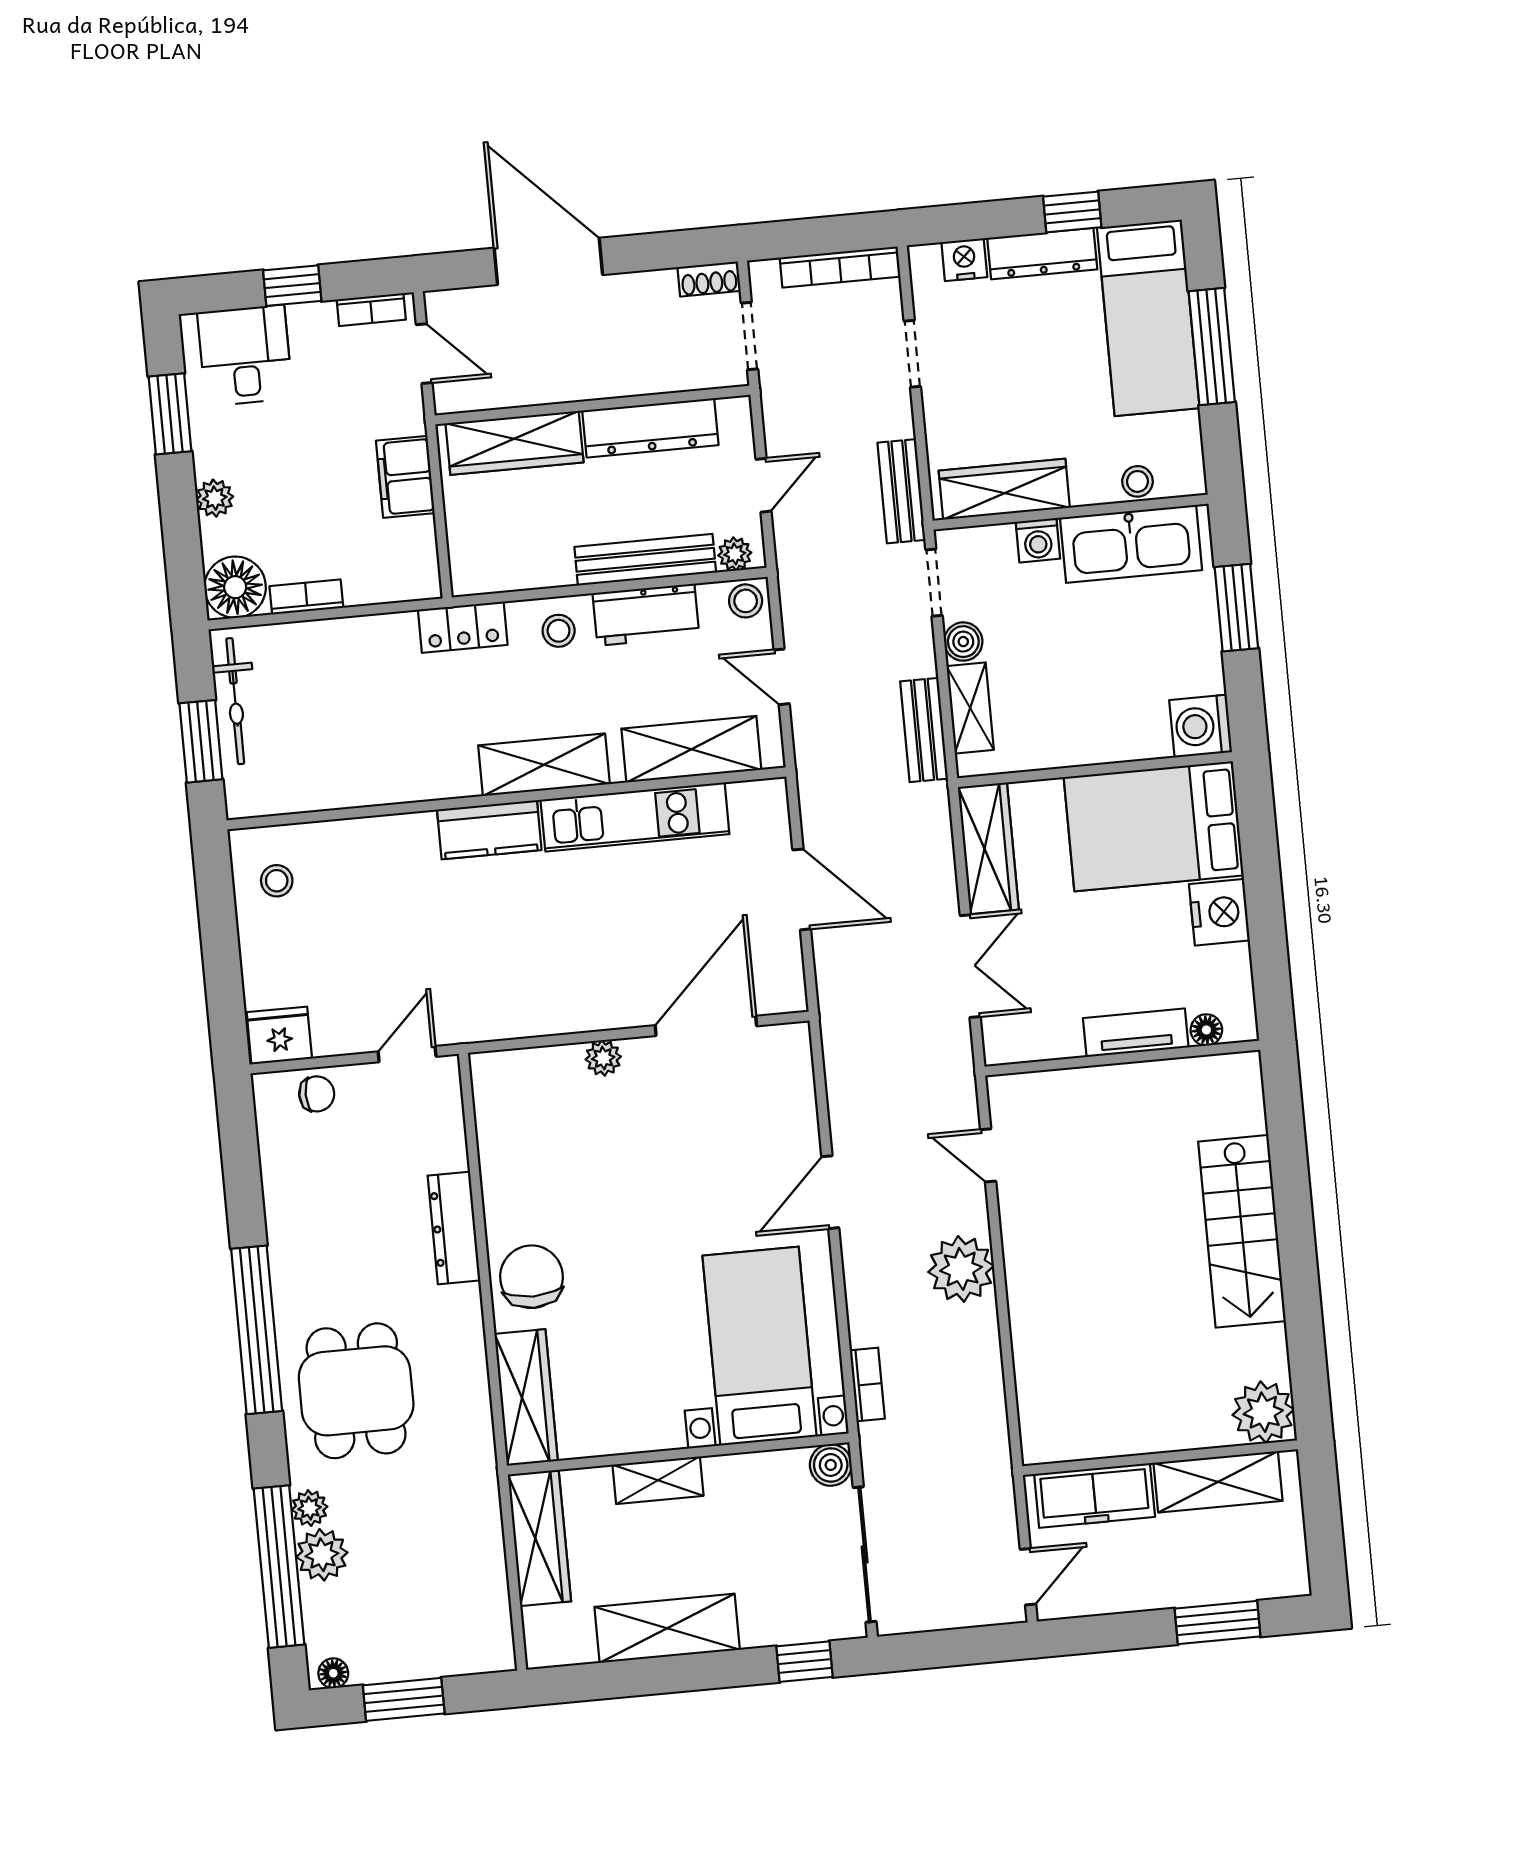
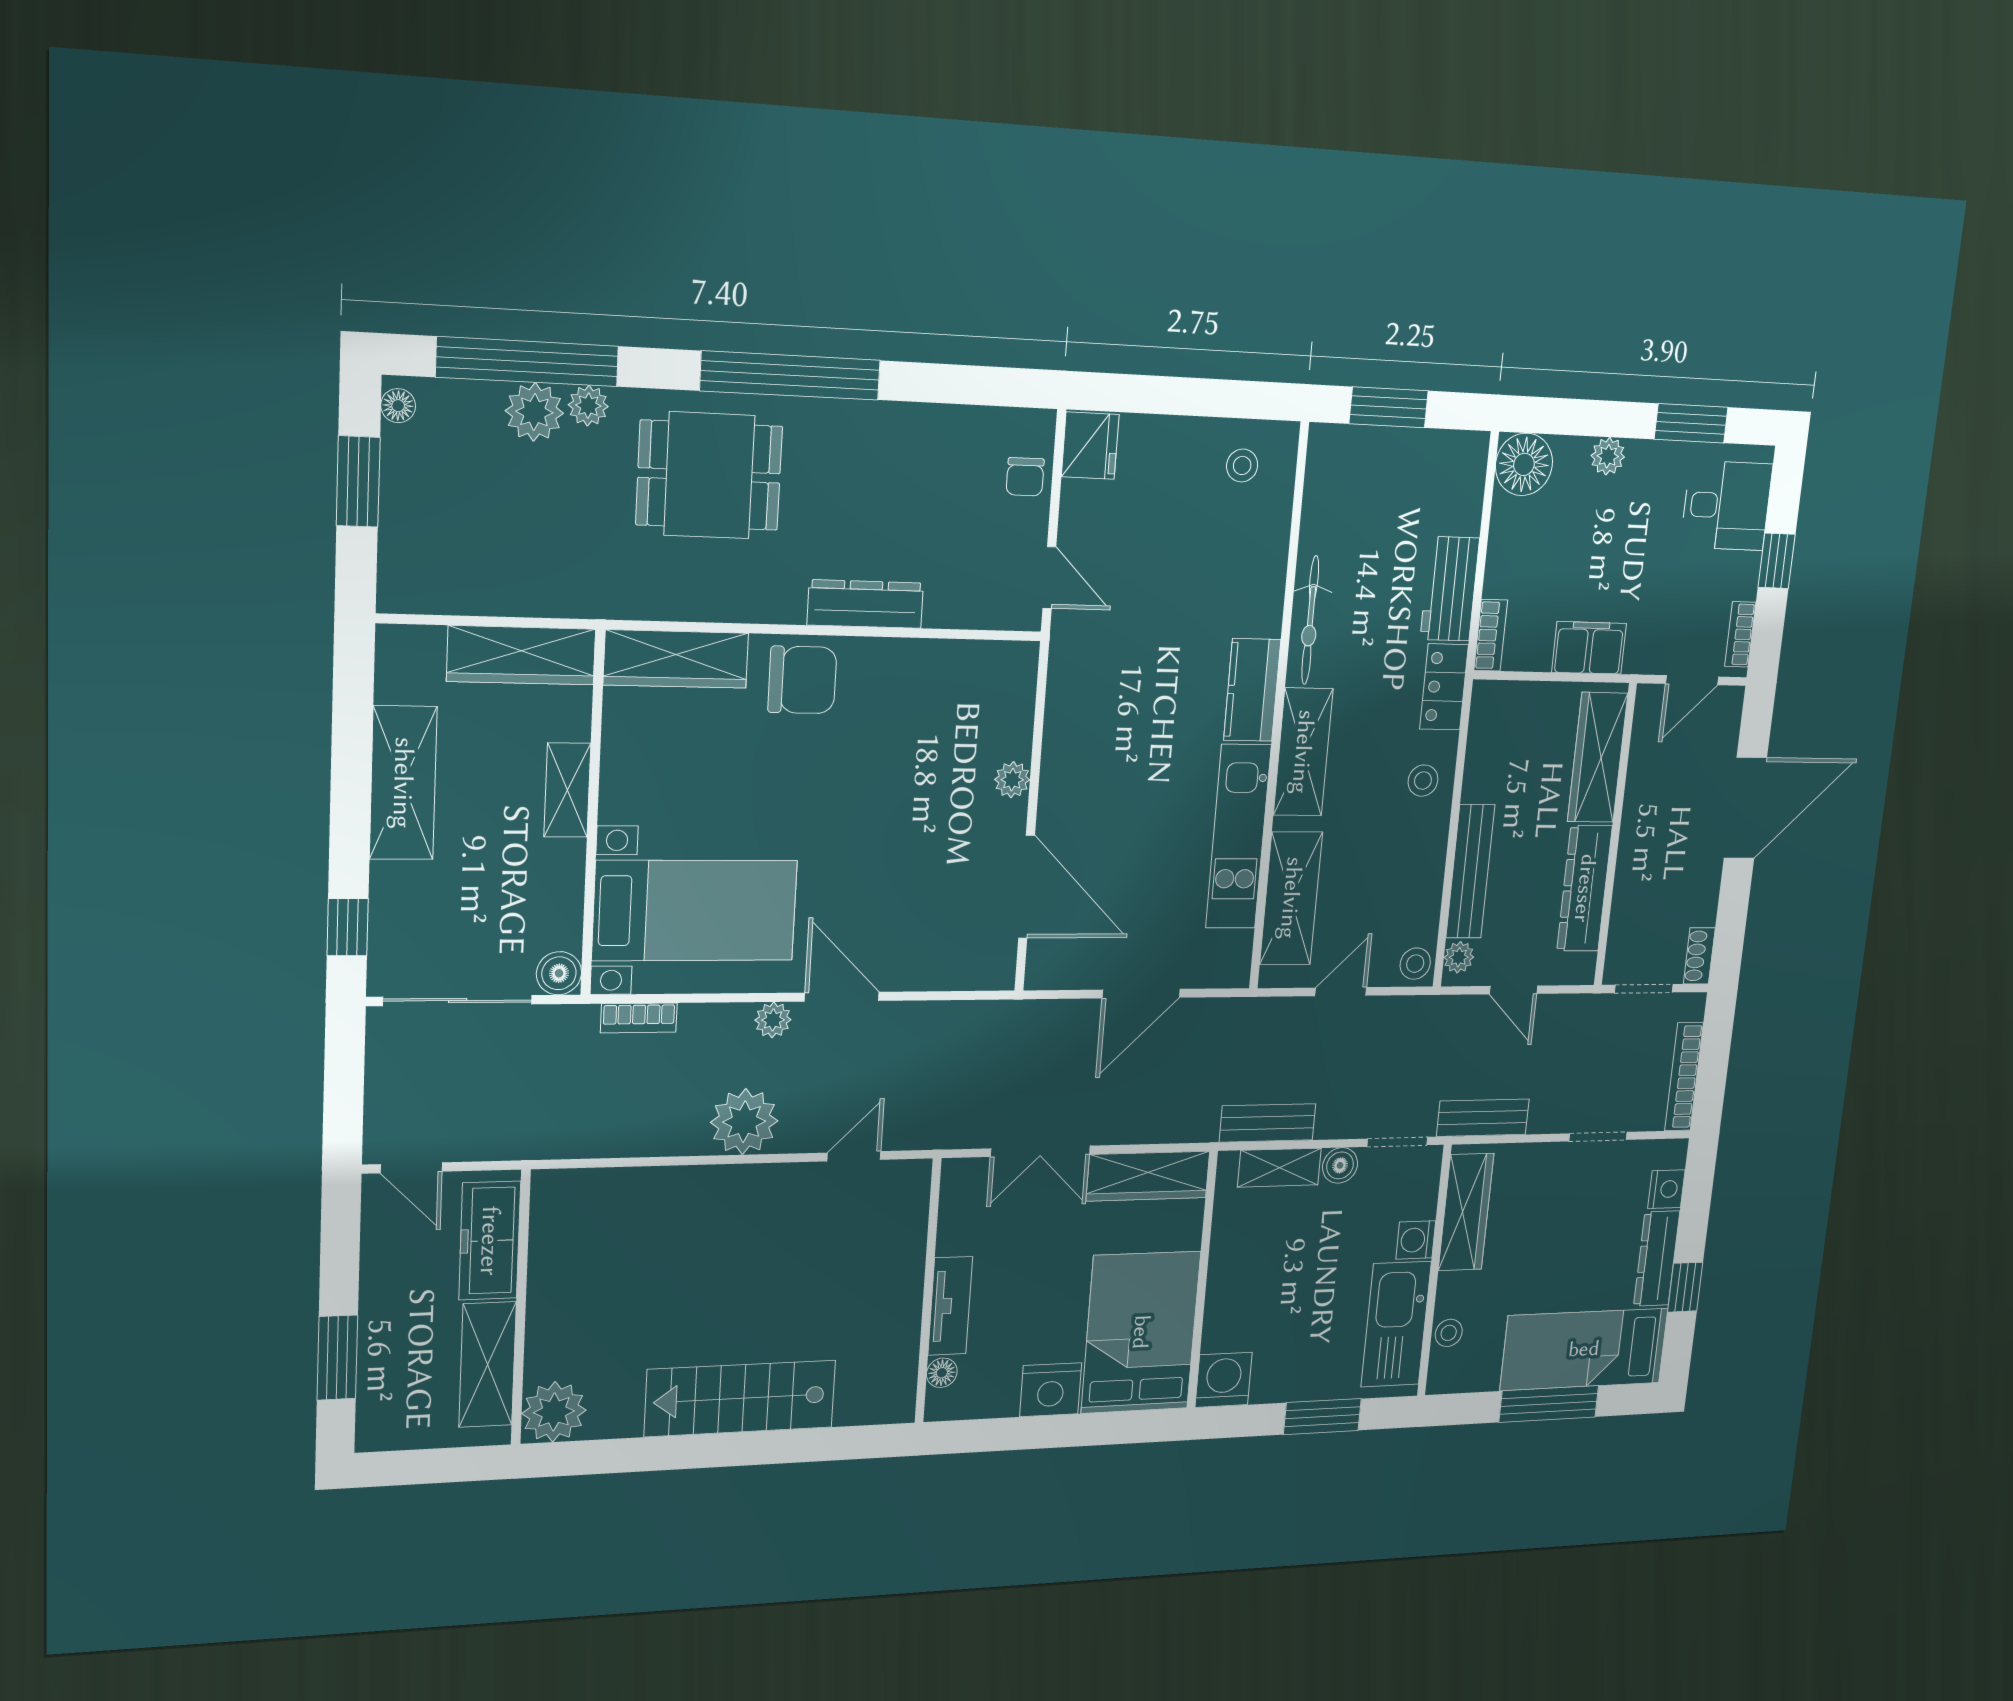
bookcase: (306, 597) -> (1491, 635), moved
workbench: (646, 615) -> (1450, 589), moved
bicycle: (235, 701) -> (1310, 620), moved, turned -90
plant: (859, 1256) -> (773, 1020), added

